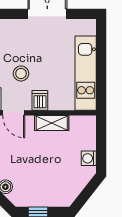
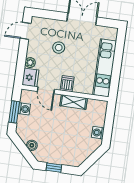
stool: (21, 73) -> (59, 48), moved

